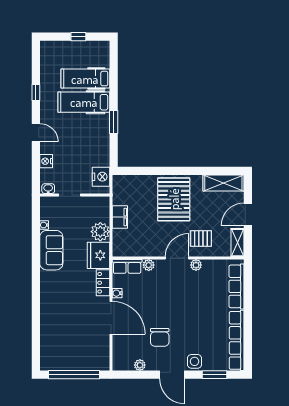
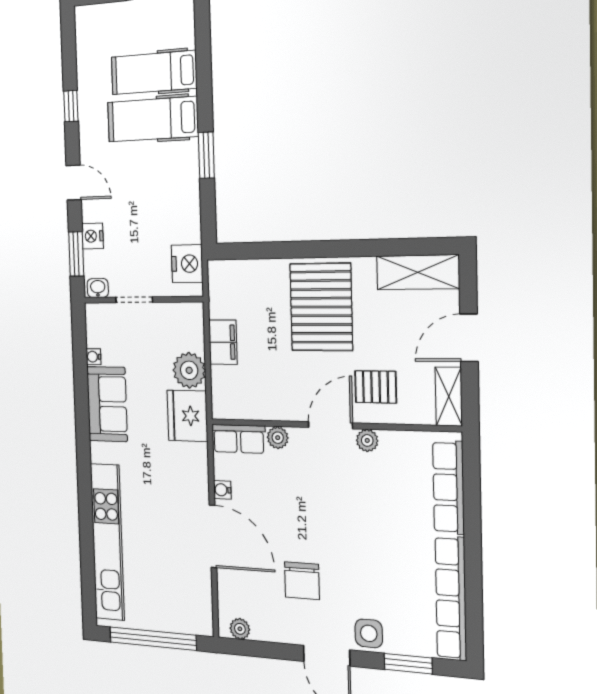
window: (36, 170) -> (76, 254), added
locker: (103, 283) -> (197, 469), removed
kitchen unit: (49, 324) -> (107, 542), added
plant: (140, 365) -> (240, 629), moved

